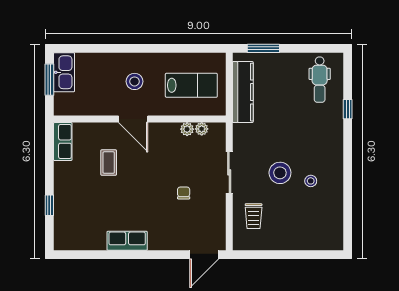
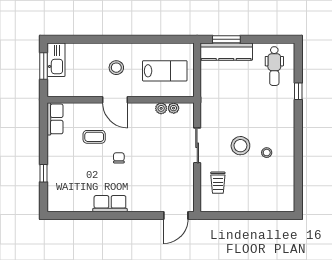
kitchen counter: (243, 92) -> (226, 52), moved, turned 90
coffee table: (109, 163) -> (94, 137), turned 90
chair: (184, 193) -> (119, 158), moved

